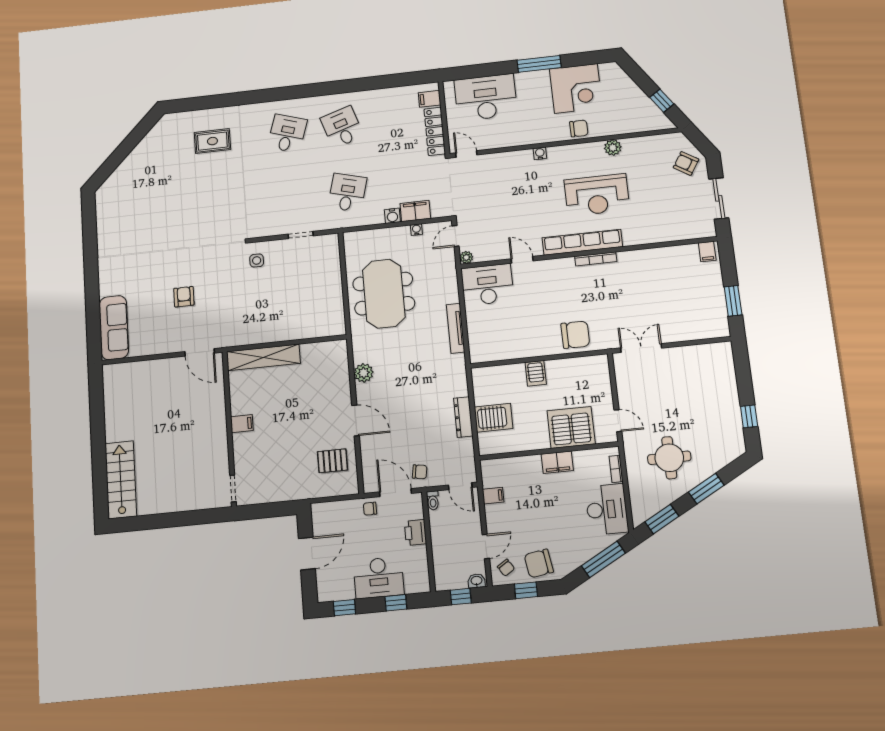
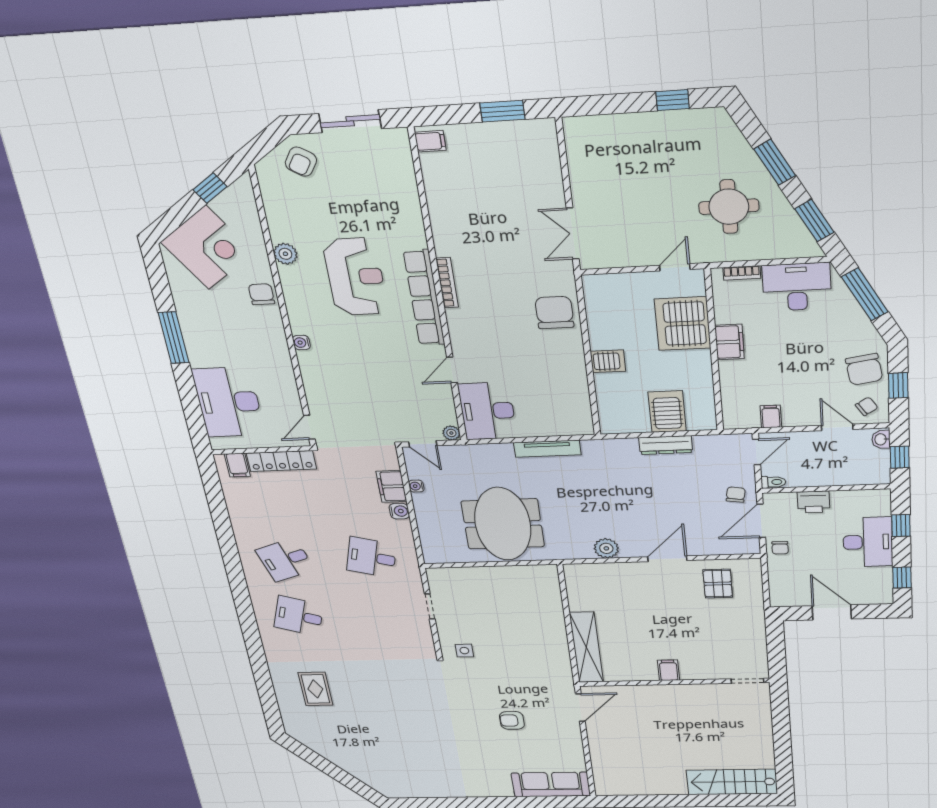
corner desk: (576, 88) -> (207, 248), moved, turned 56
meeting table: (384, 294) -> (503, 524), turned 90

